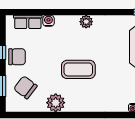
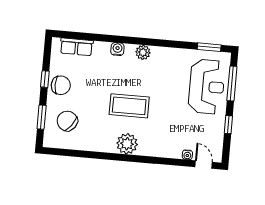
water cooler: (48, 21) -> (117, 49), moved
plant: (56, 103) -> (127, 144), moved

